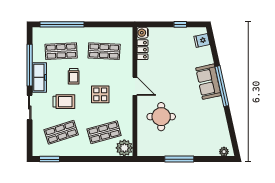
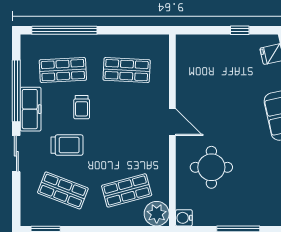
water cooler: (143, 33) -> (184, 218), moved
locker: (142, 50) -> (184, 68), removed
display table: (100, 94) -> (121, 134), removed
shop shelf: (61, 132) -> (63, 190), turned 39

